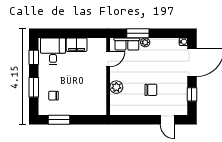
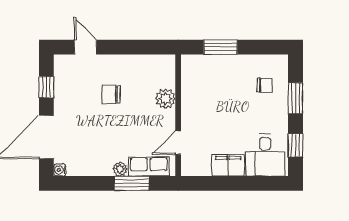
window: (59, 120) -> (220, 47), moved

